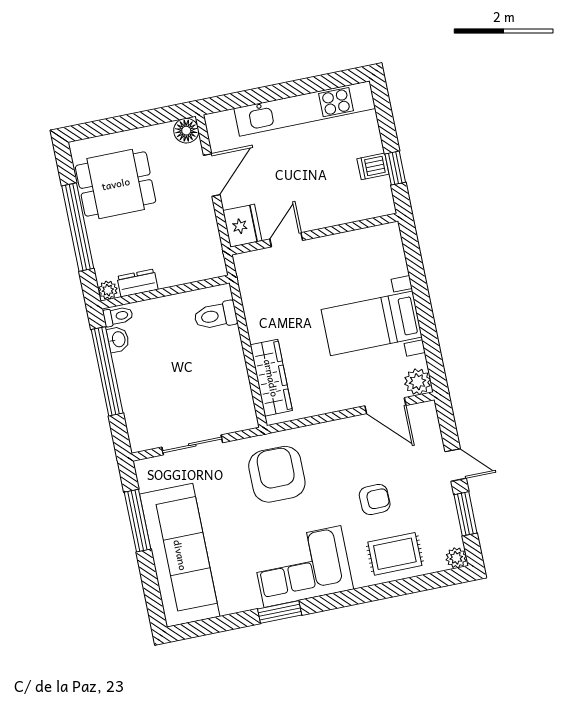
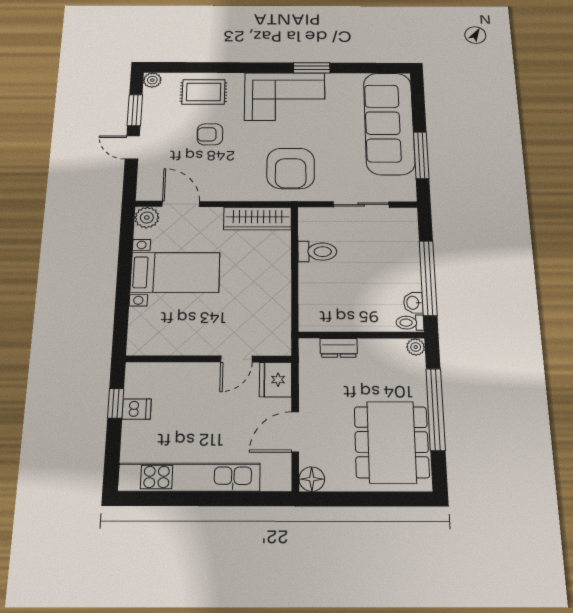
dining table: (116, 184) -> (392, 442), width x1.37
dresser: (137, 283) -> (339, 348), moved
toilet: (216, 316) -> (317, 252), moved
wardrobe: (271, 378) -> (257, 218), moved, turned -90

